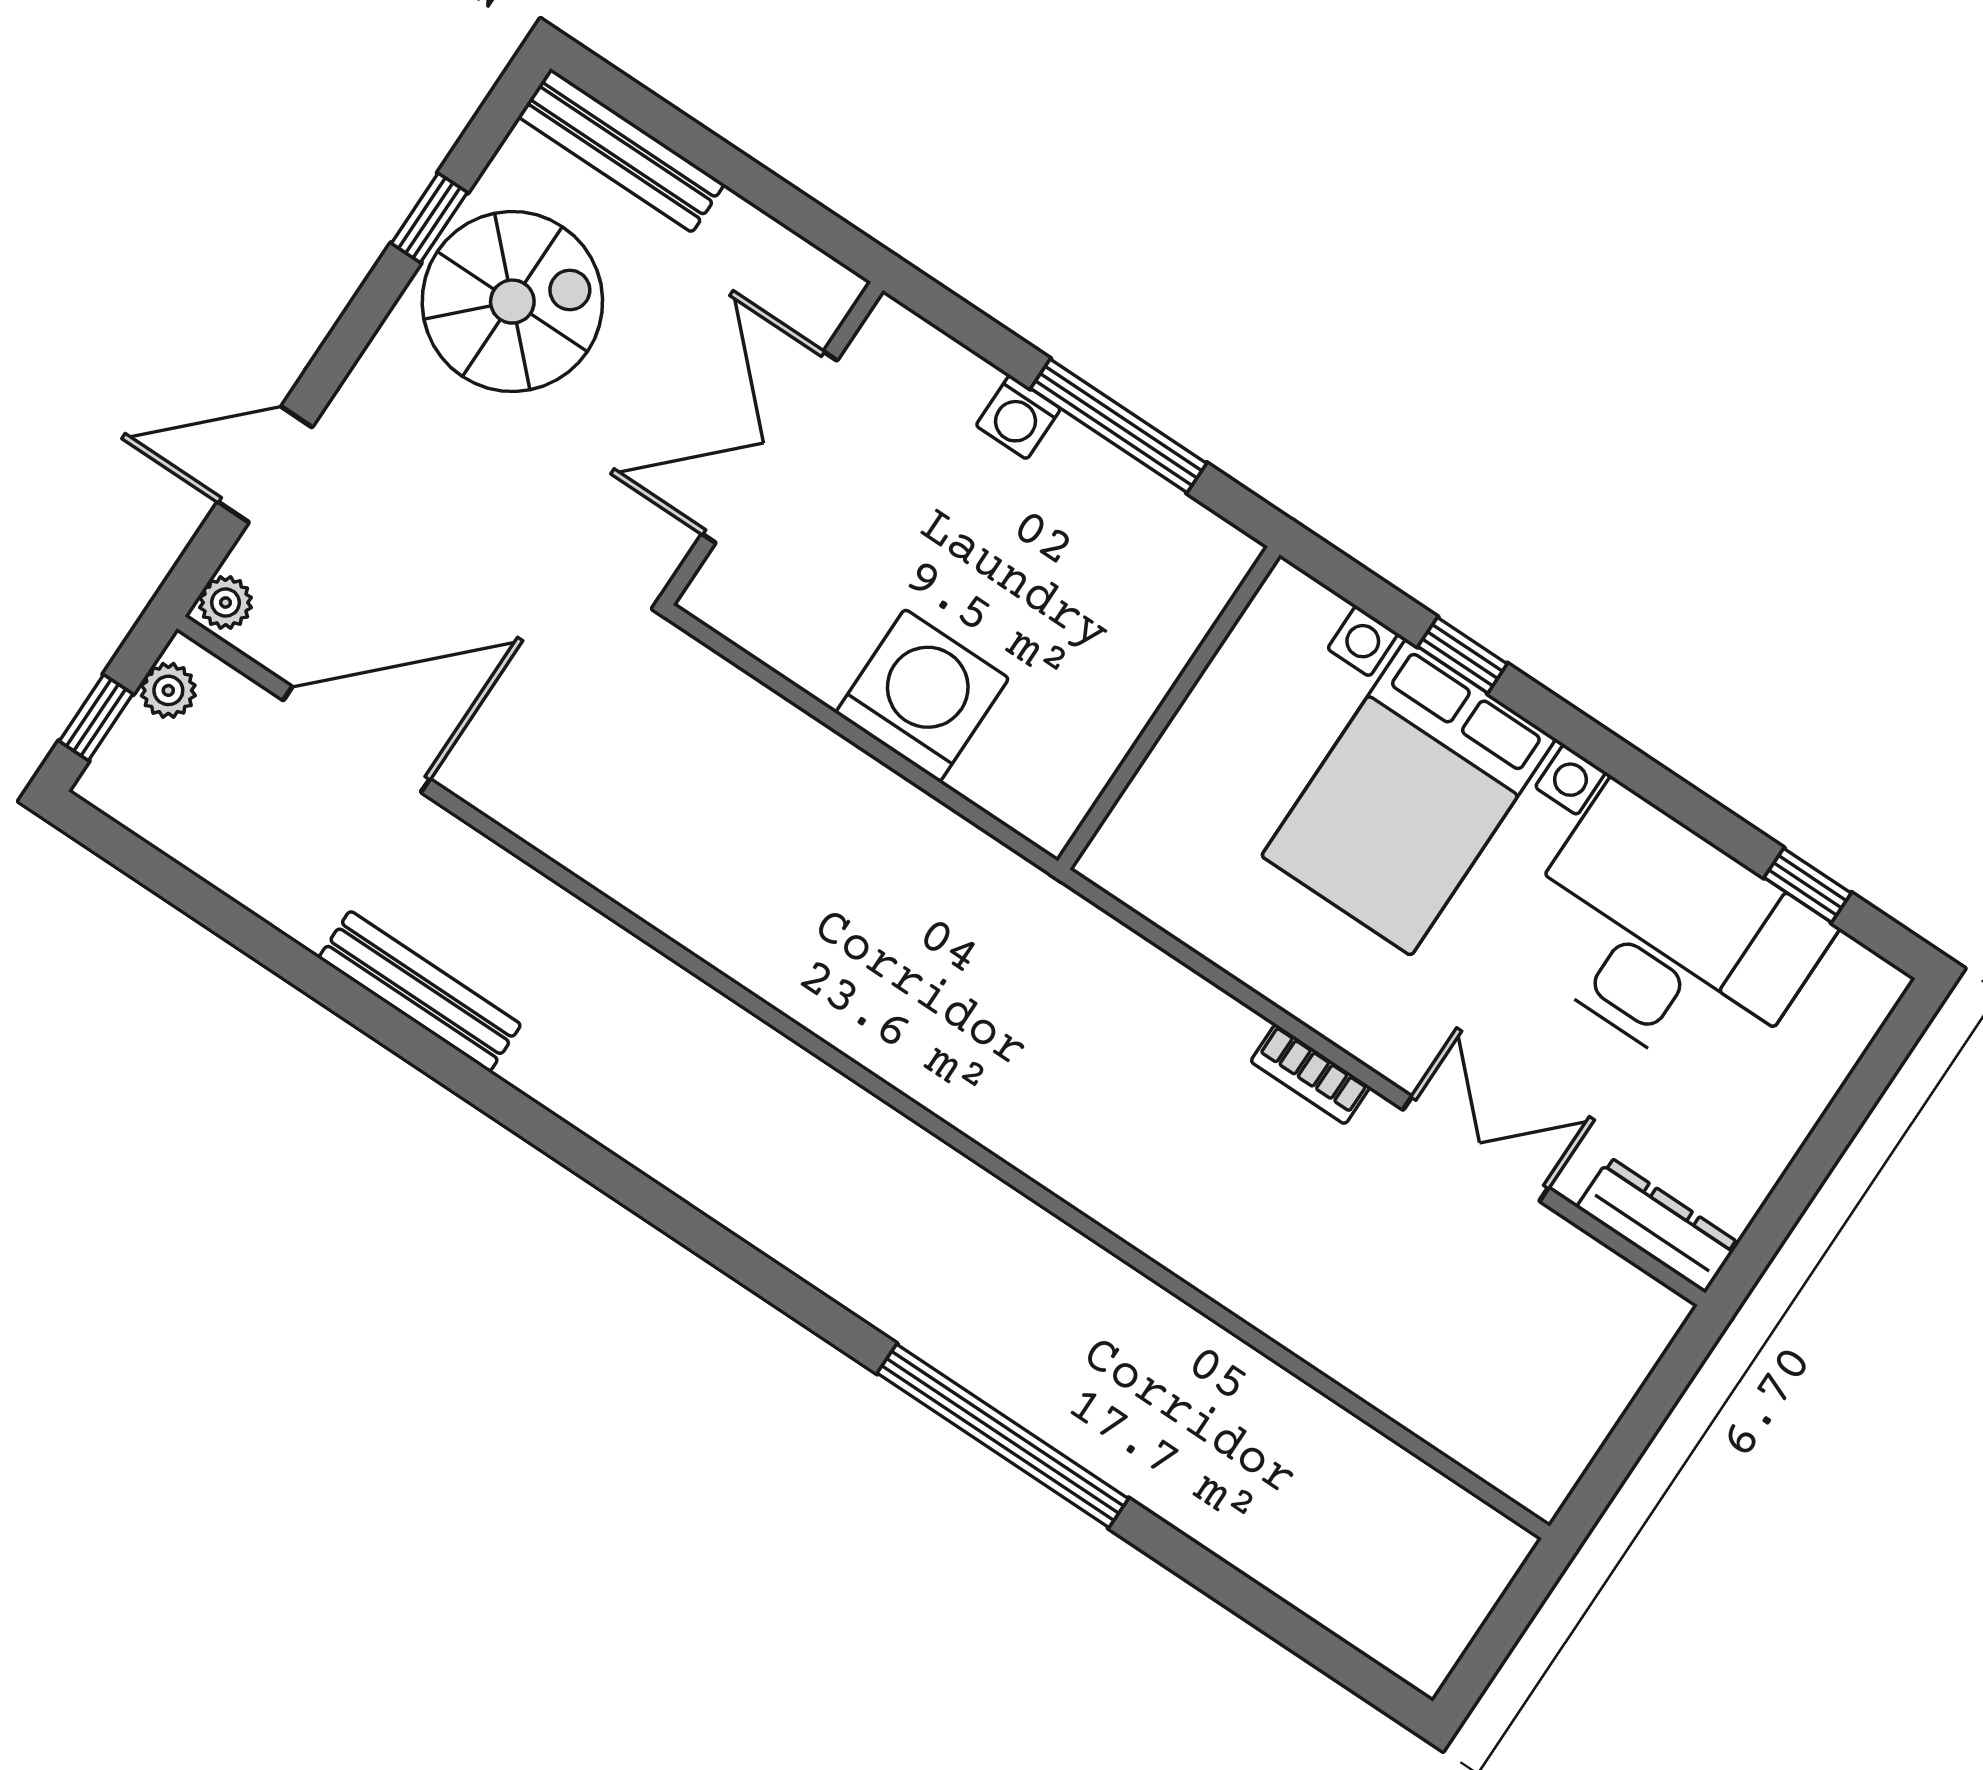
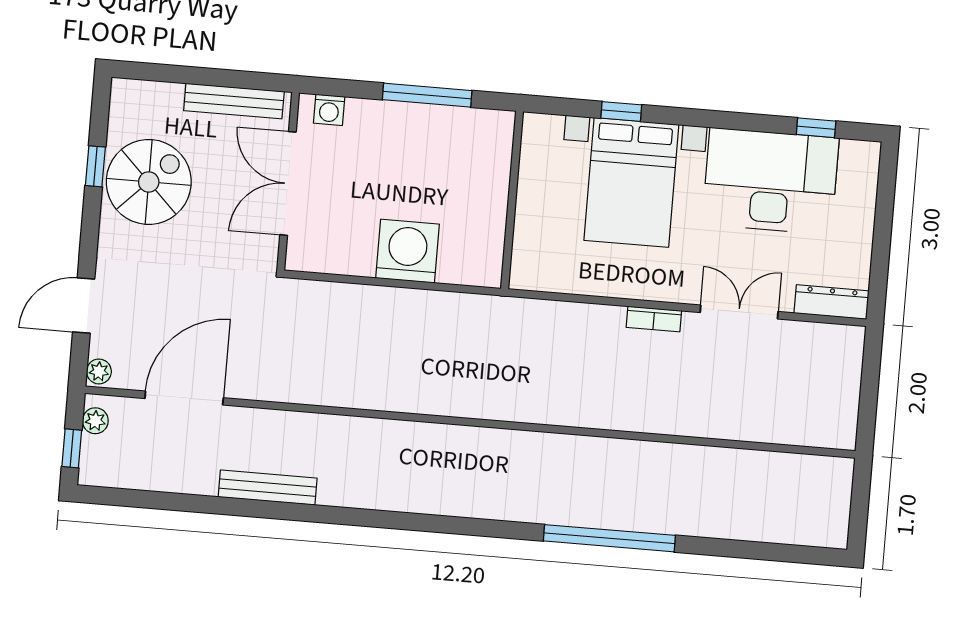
bench: (621, 150) -> (234, 101), moved
washing machine: (1018, 417) -> (329, 110), moved

